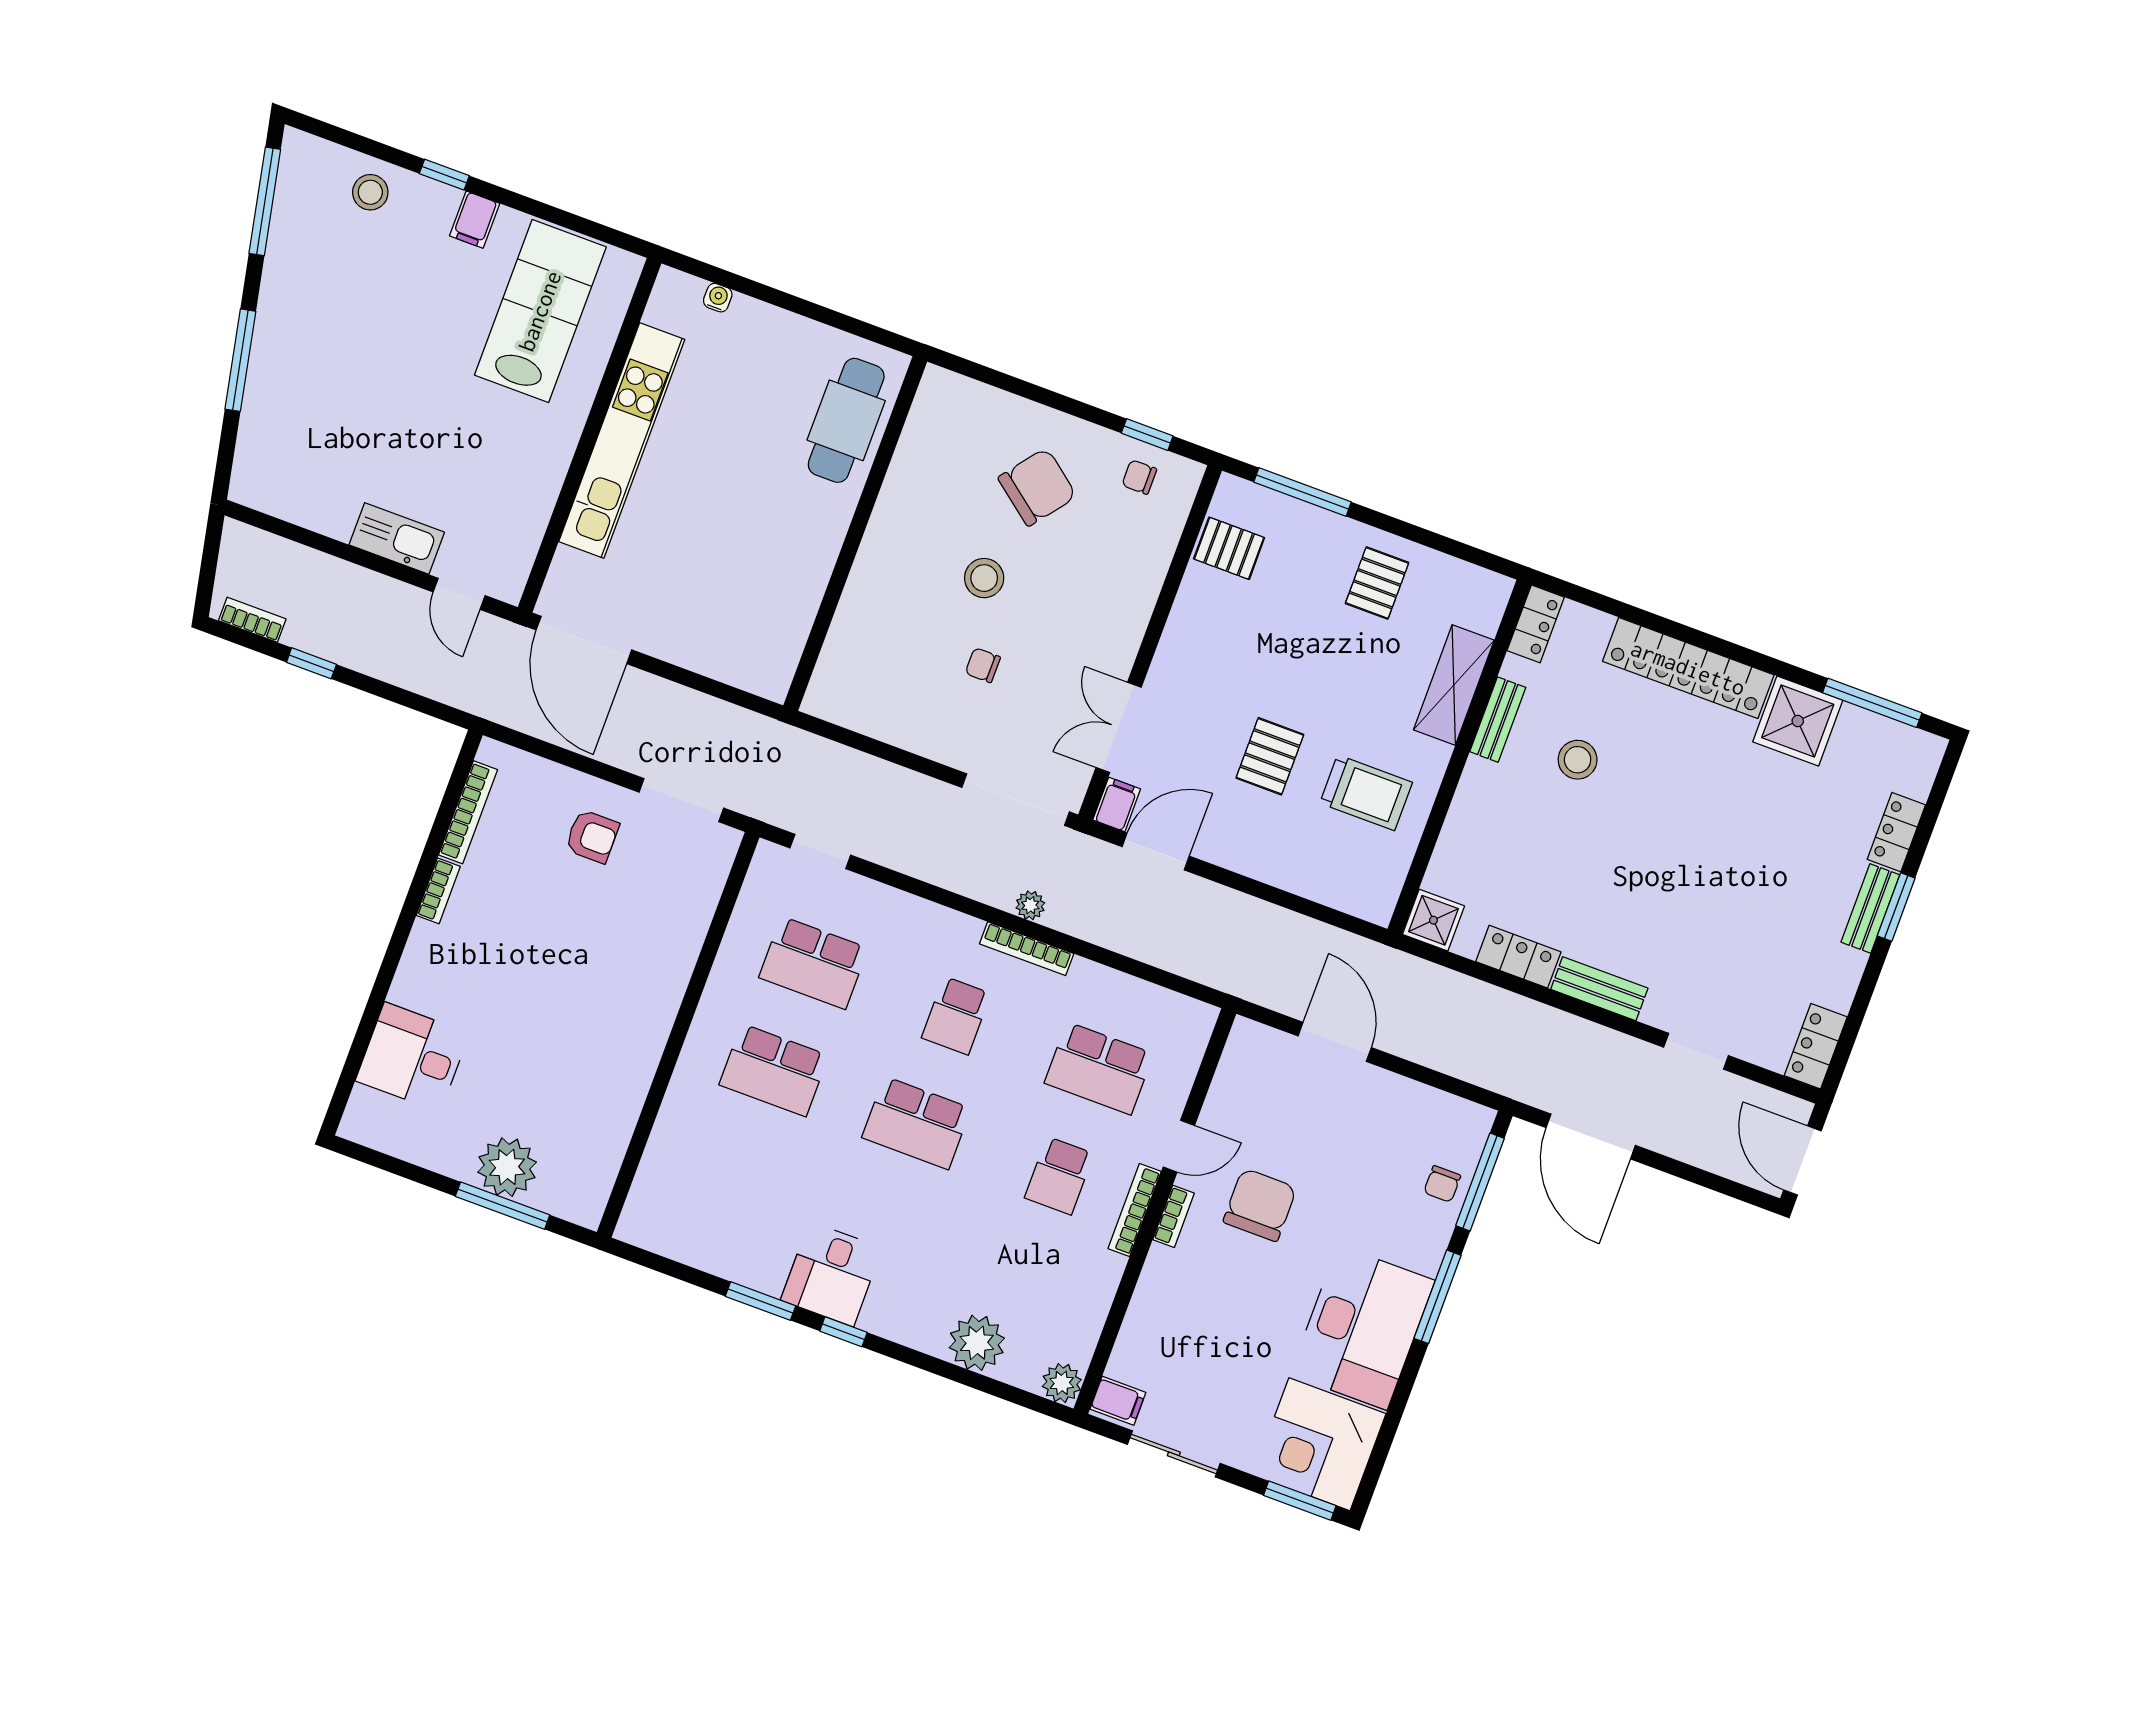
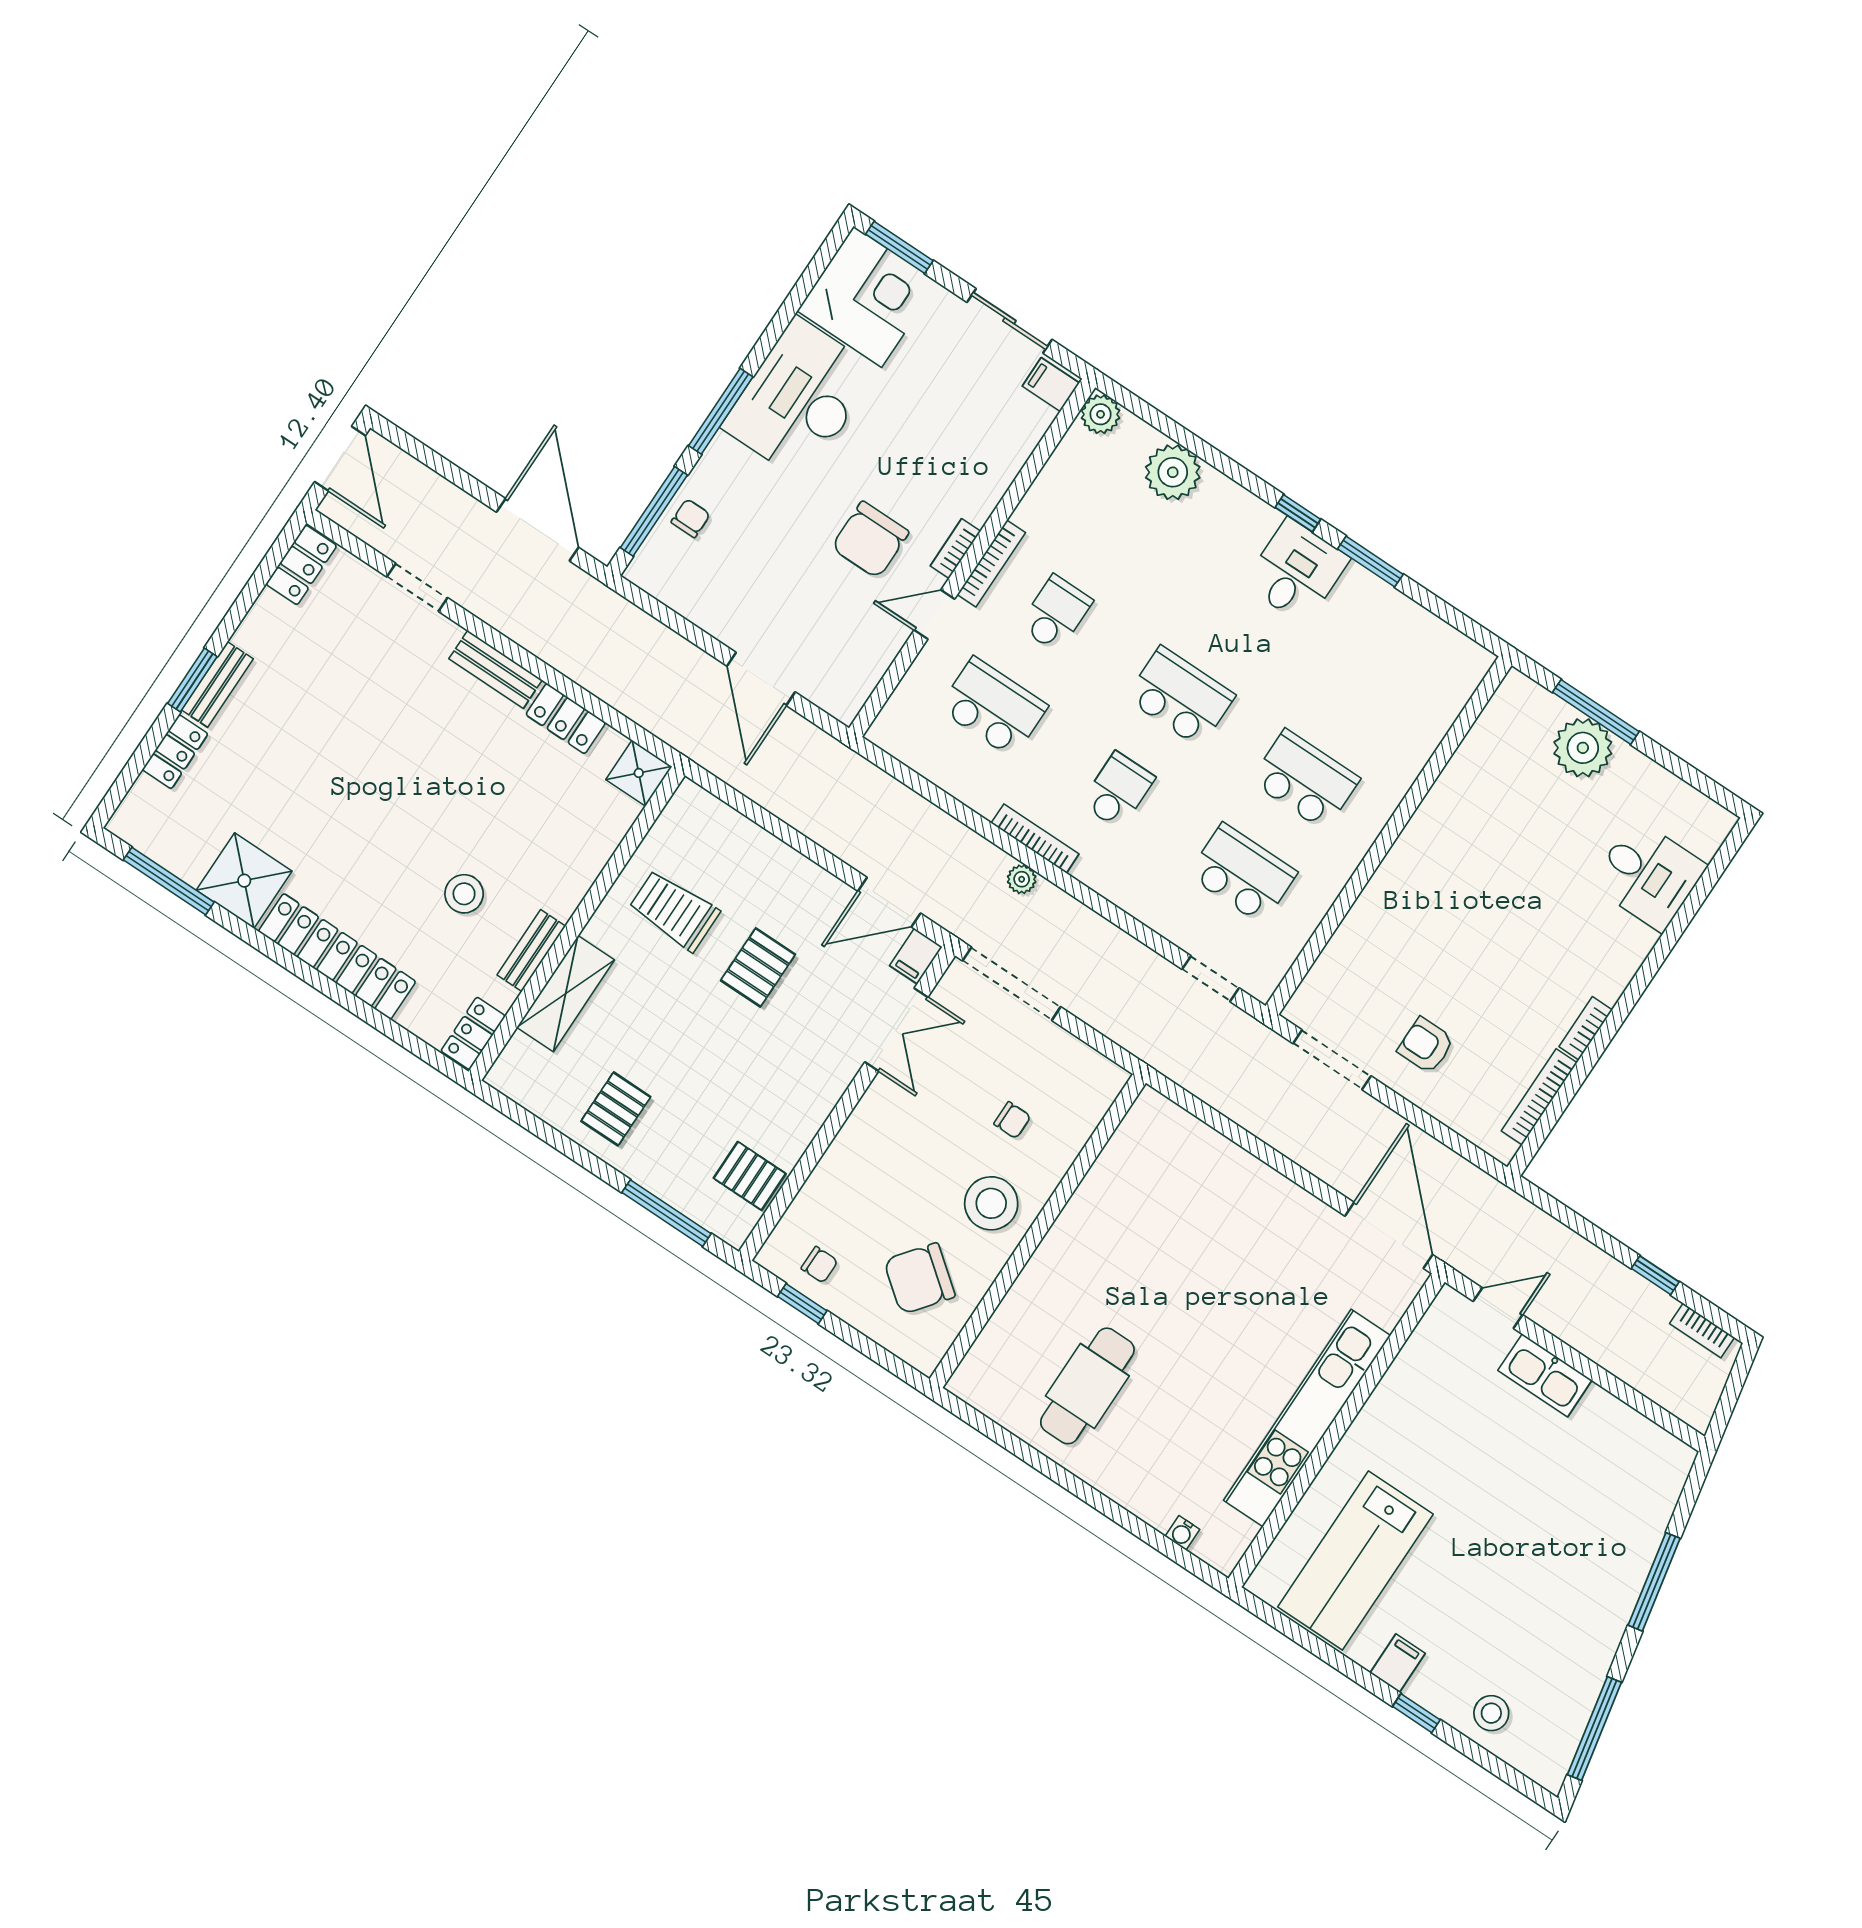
wall: (855, 533) -> (1038, 1231), moved
stool: (984, 578) -> (991, 1203), width x1.38, depth x1.38
door: (459, 594) -> (1498, 1308), hinge flipped

